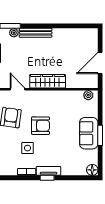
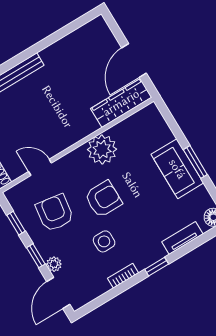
wardrobe: (48, 81) -> (121, 103), moved
plant: (88, 95) -> (102, 149), moved, width x1.87, depth x1.87
tv unit: (48, 171) -> (182, 238), moved

